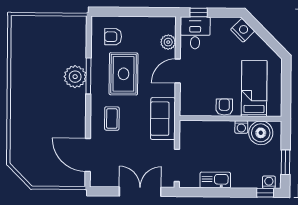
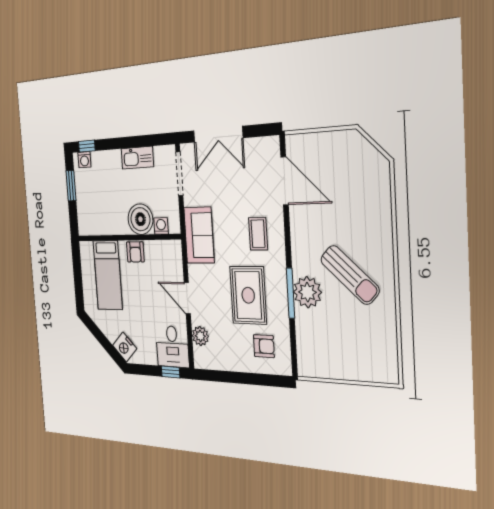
door: (178, 71) -> (187, 298), swing flipped
sun lounger: (42, 89) -> (350, 275), added
washing machine: (241, 127) -> (161, 226), moved
boiler: (261, 133) -> (140, 219), moved

